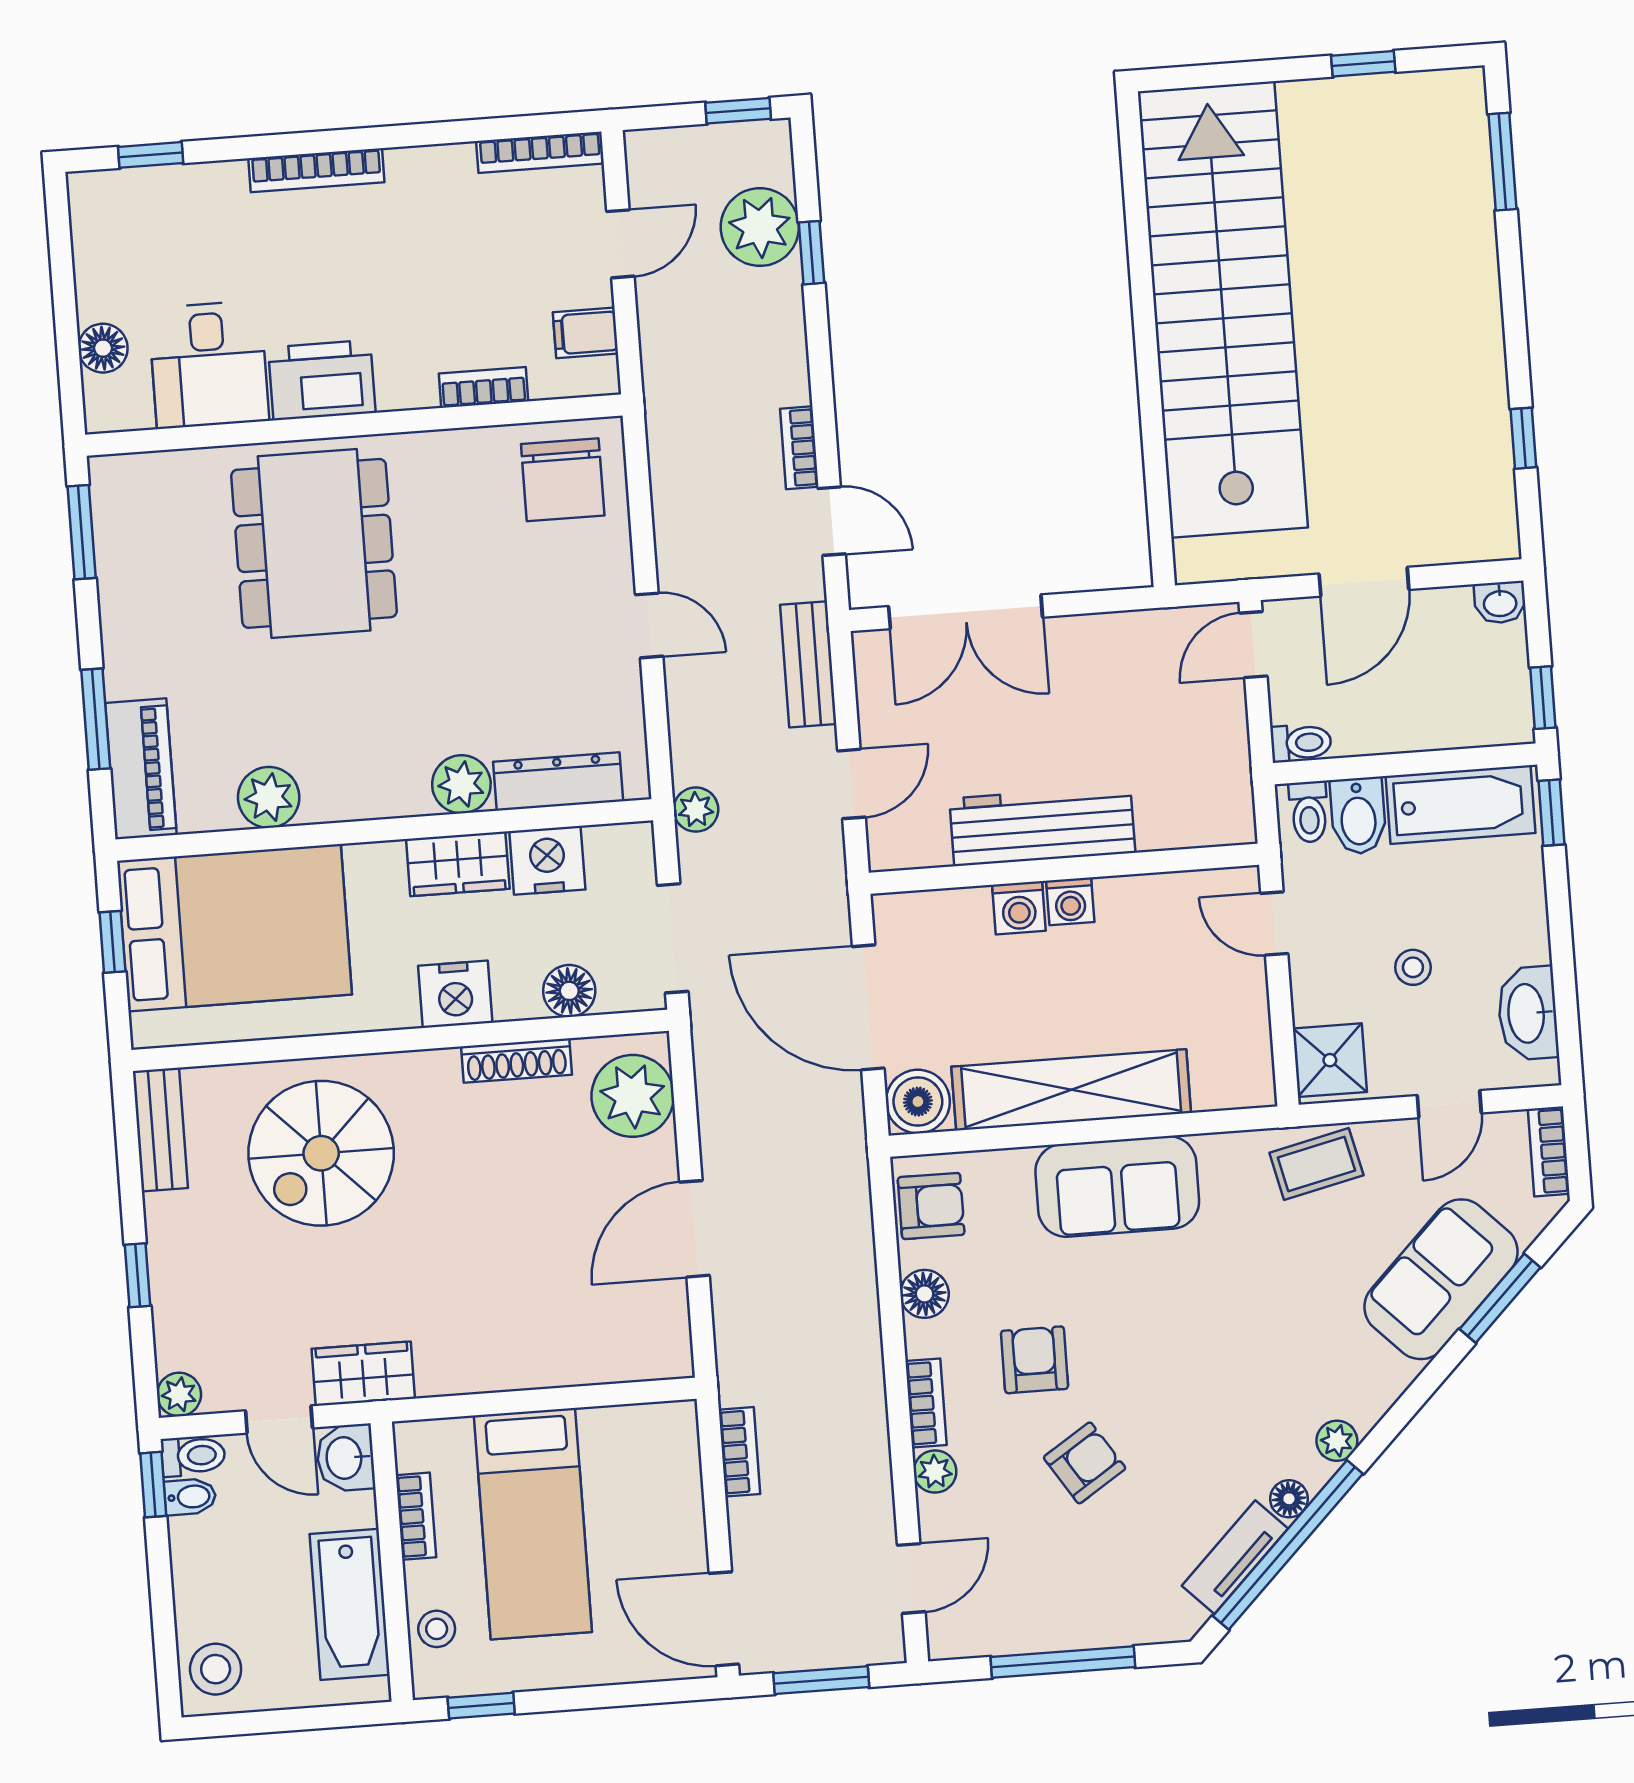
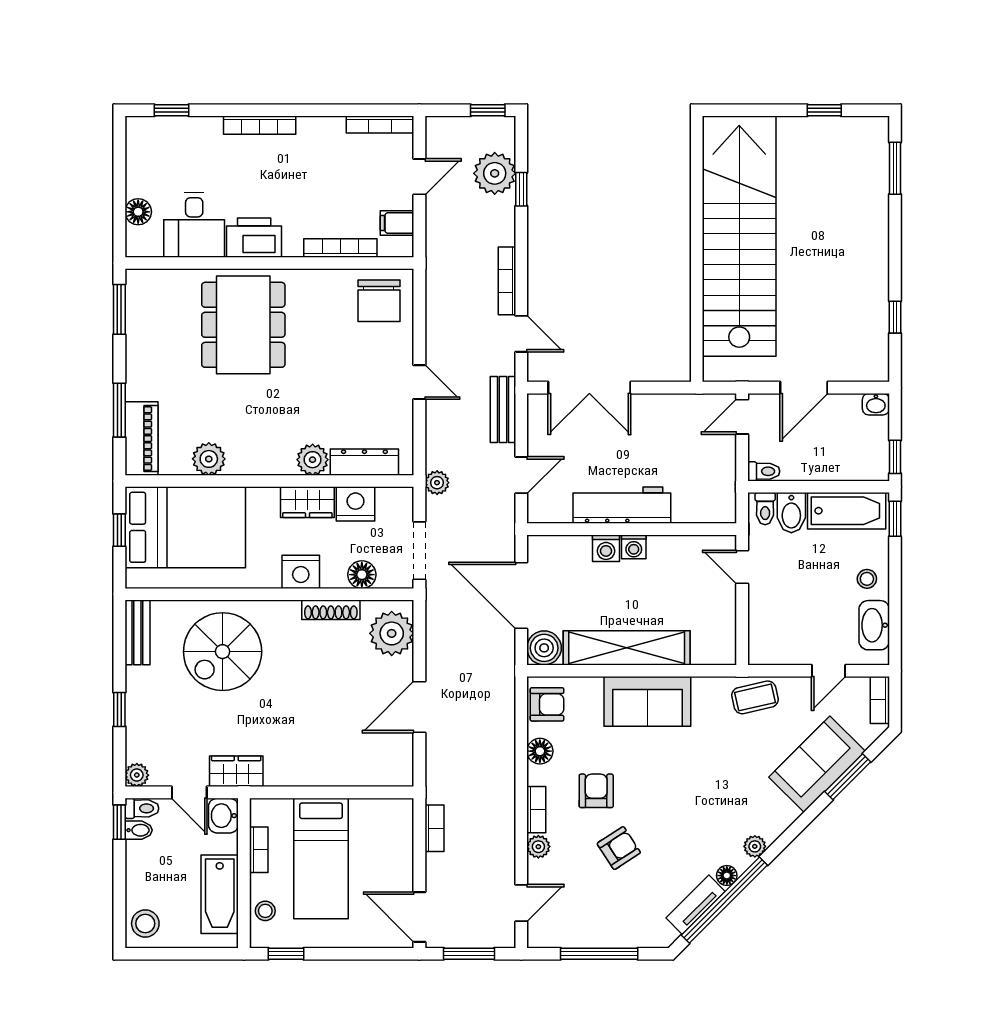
bookcase: (483, 387) -> (340, 248), width x1.56
bookcase: (799, 448) -> (507, 281), width x1.56
stool: (1413, 967) -> (867, 579), moved
shower: (1330, 1060) -> (766, 642), removed

